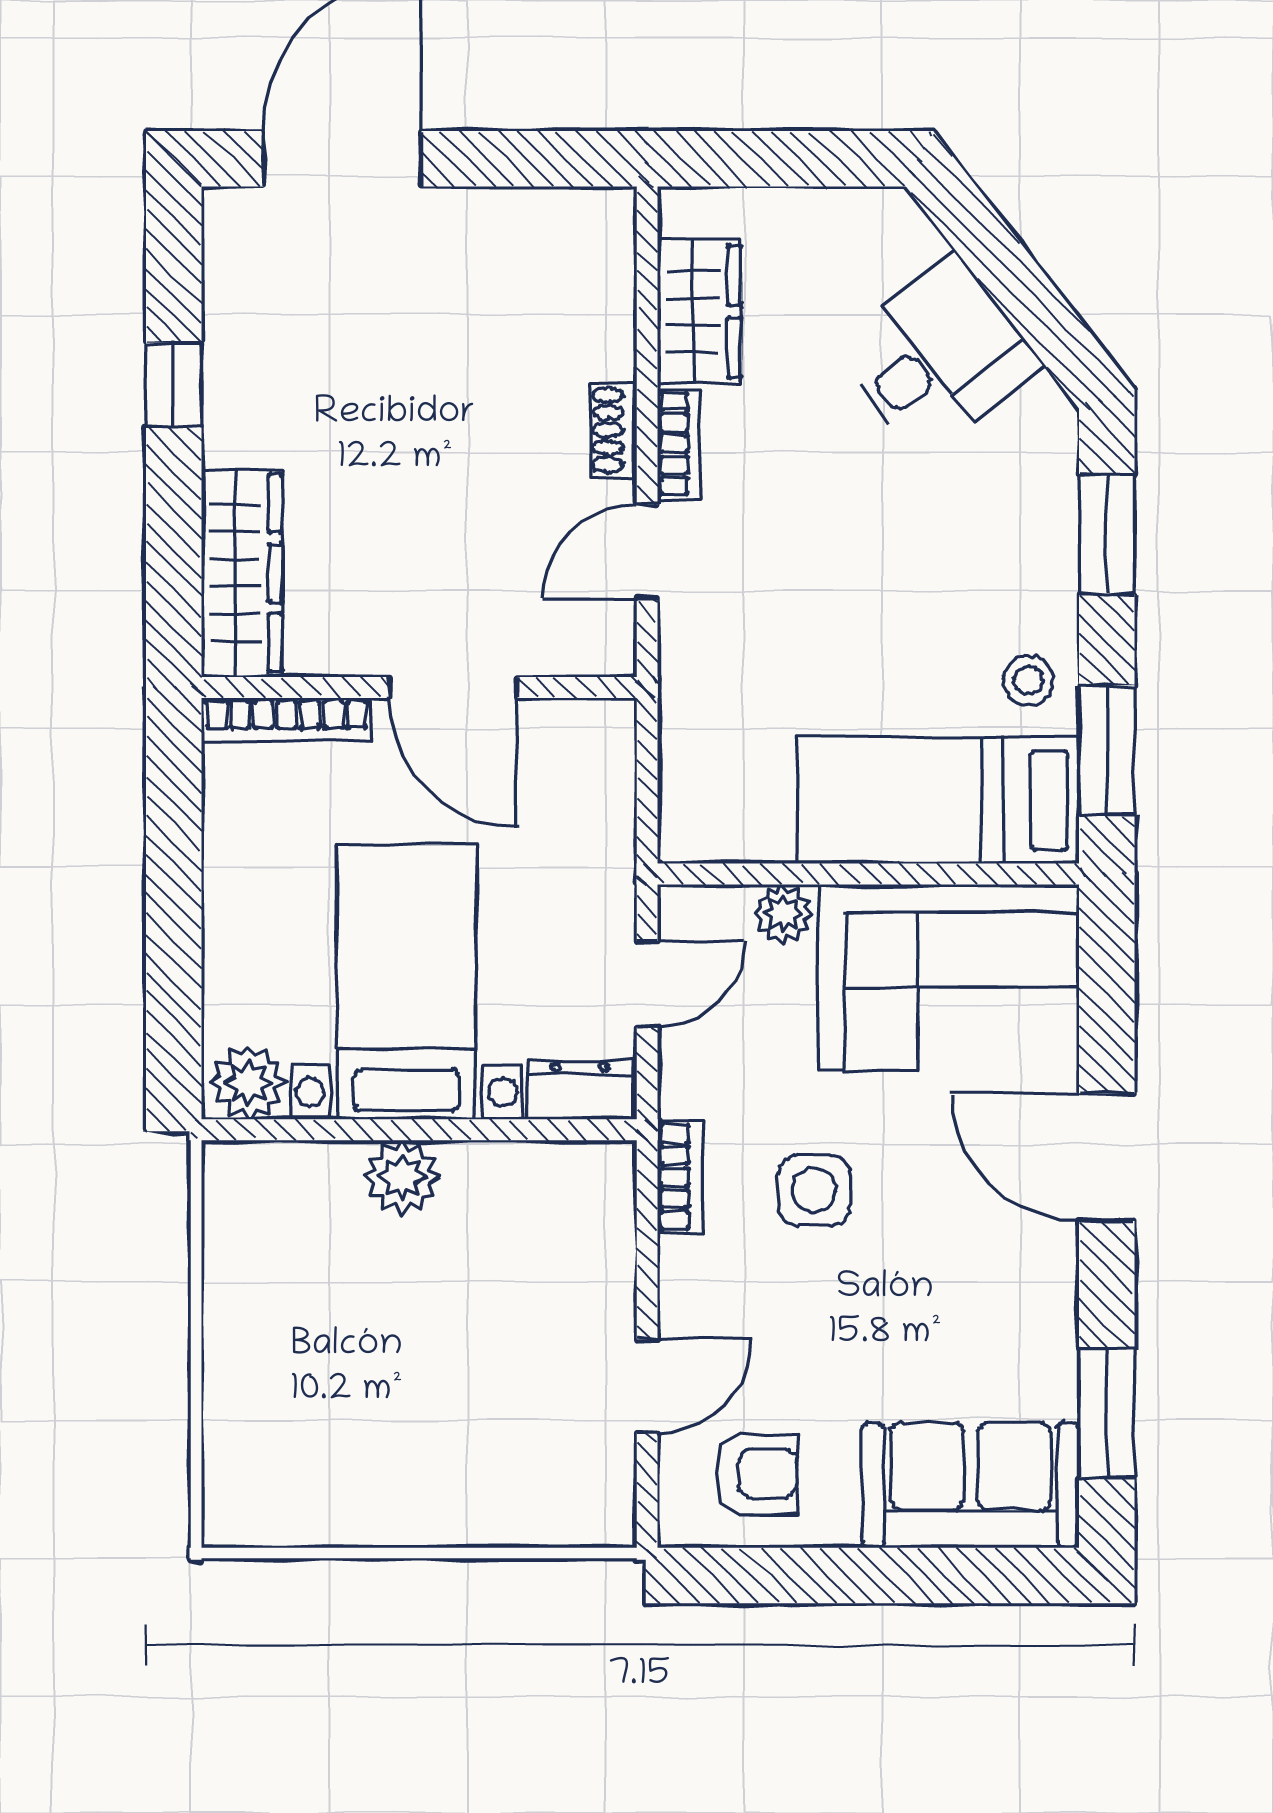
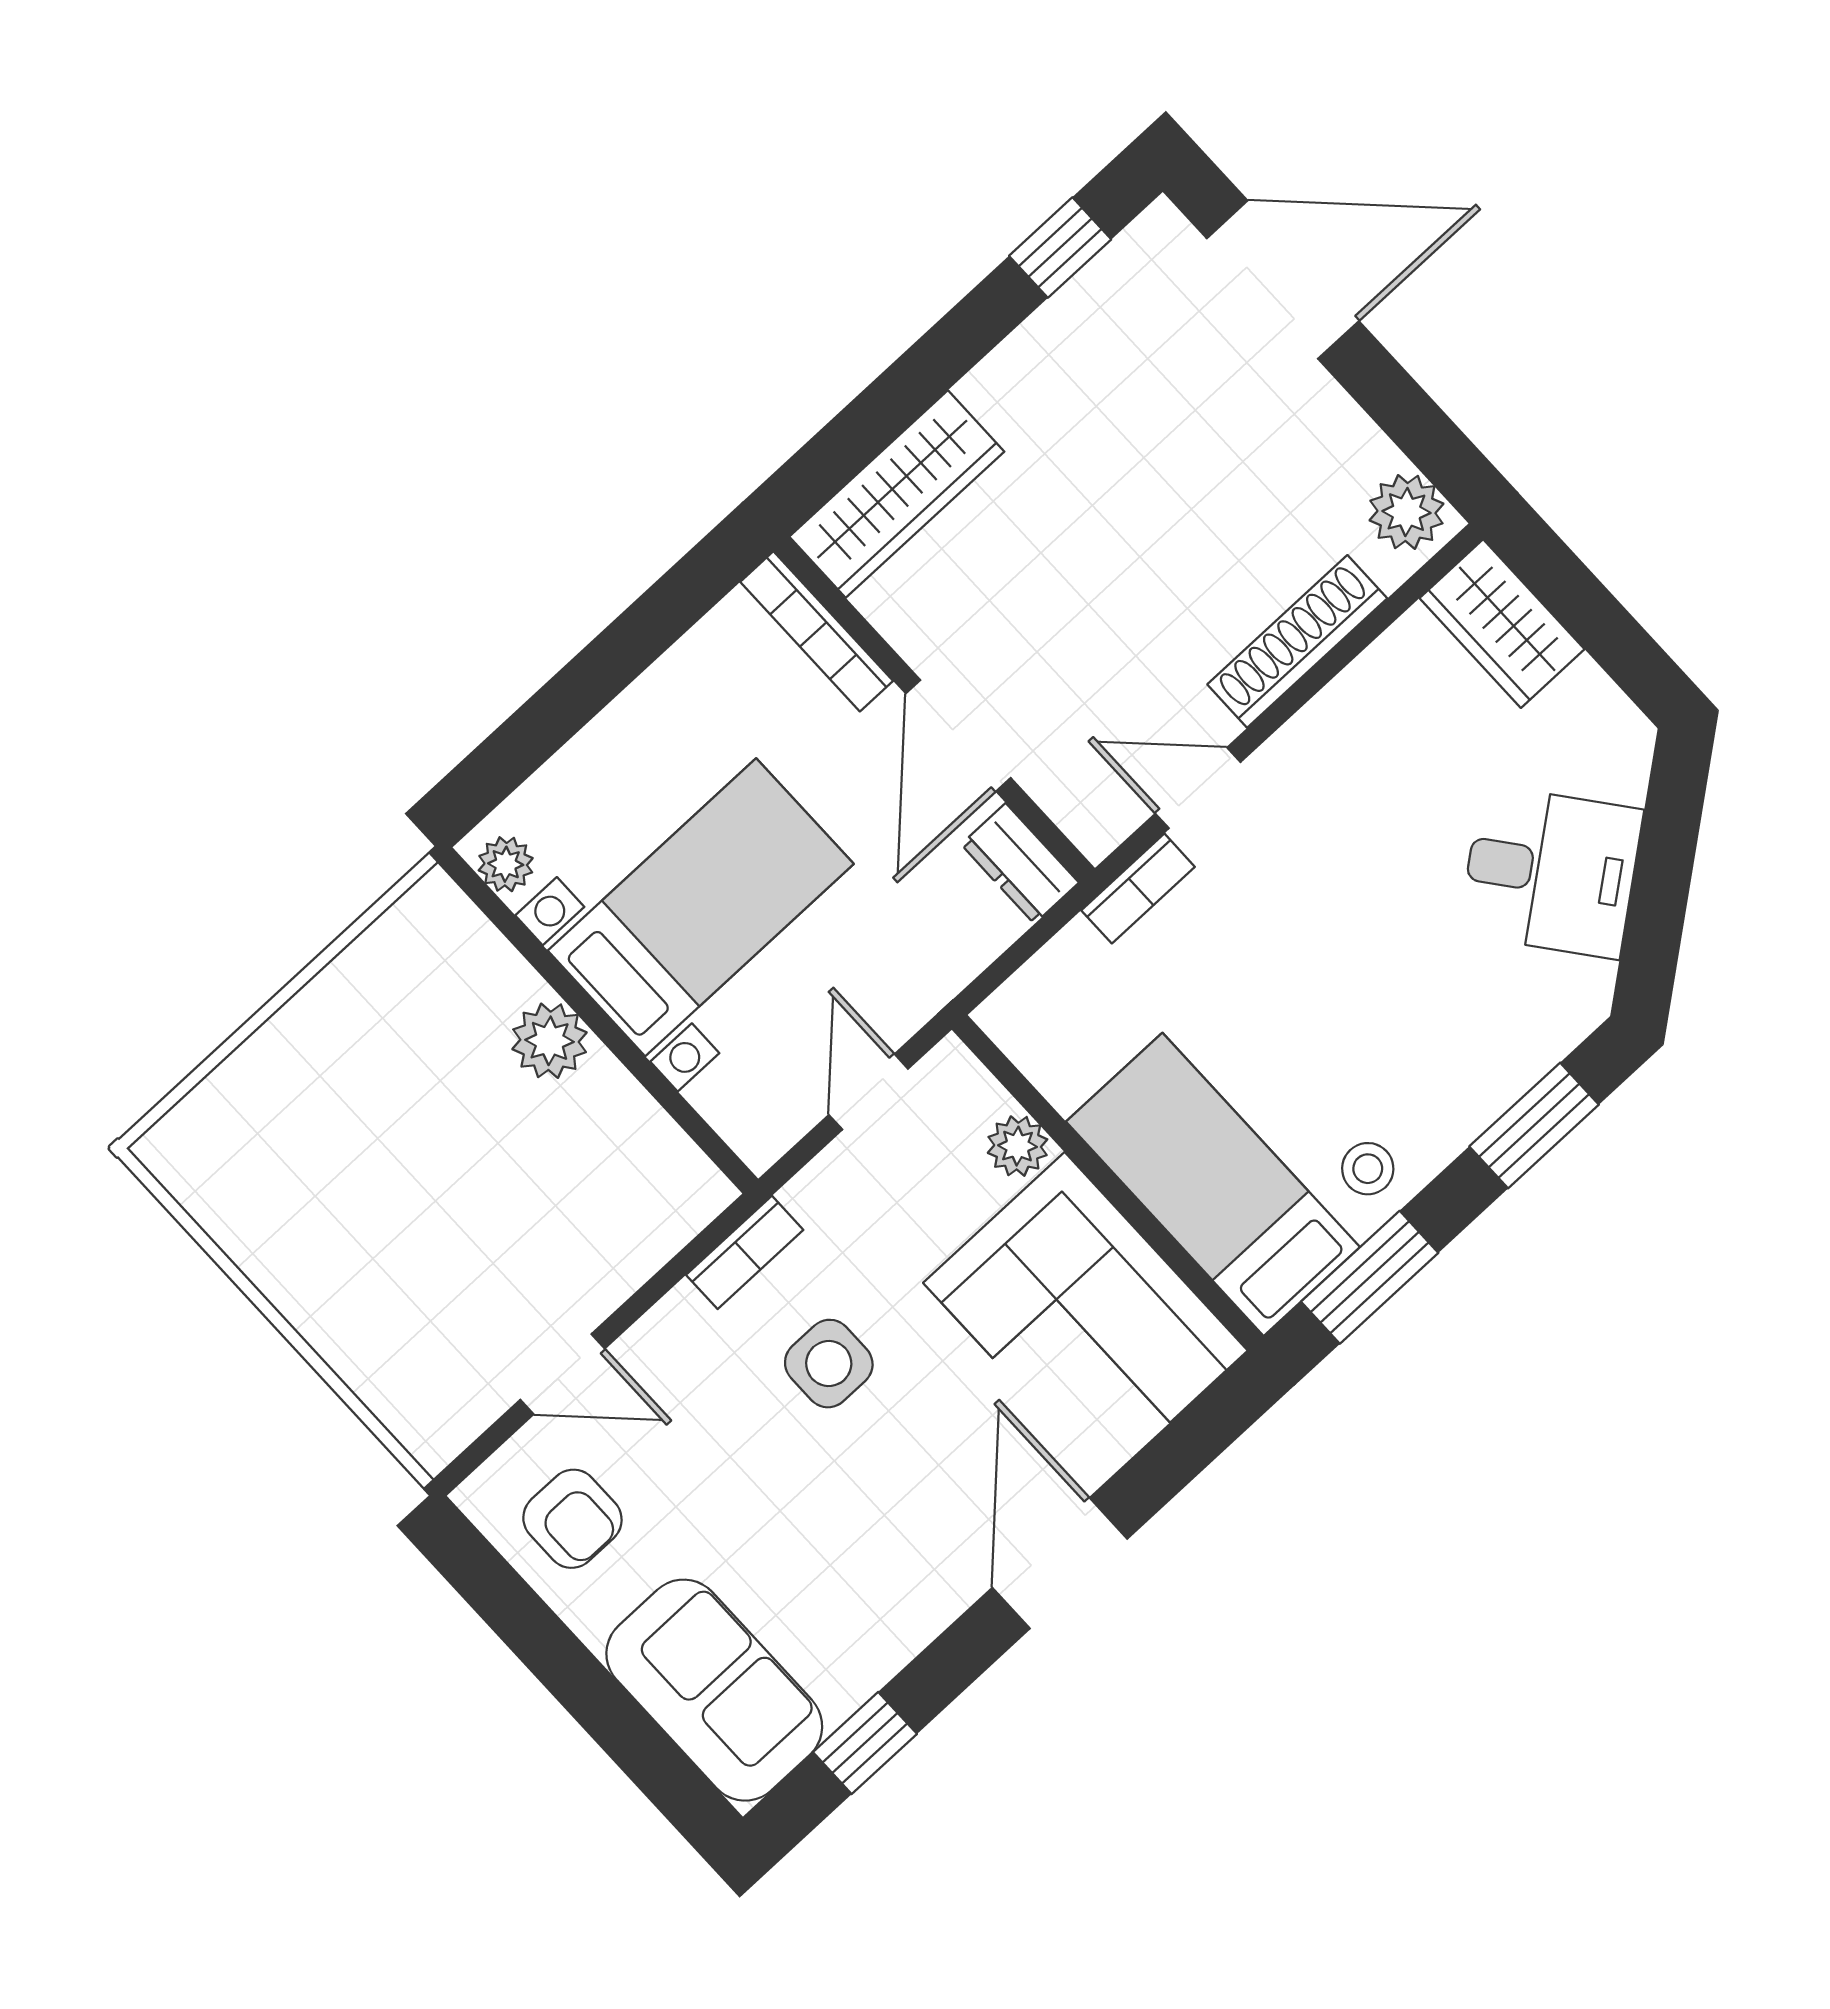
plant: (588, 223) -> (1406, 512), added
wardrobe: (699, 312) -> (1502, 624), moved, turned 90
window: (174, 384) -> (1060, 248), moved
shoe rack: (614, 430) -> (1297, 641), width x1.94, depth x1.24
bookcase: (679, 444) -> (1138, 889), moved
door: (647, 984) -> (868, 1092), swing flipped
plant: (248, 1082) -> (506, 864), width x0.73, depth x0.73
dresser: (580, 1090) -> (1020, 864), moved, turned 180
window: (1107, 1413) -> (865, 1743), width x0.67

